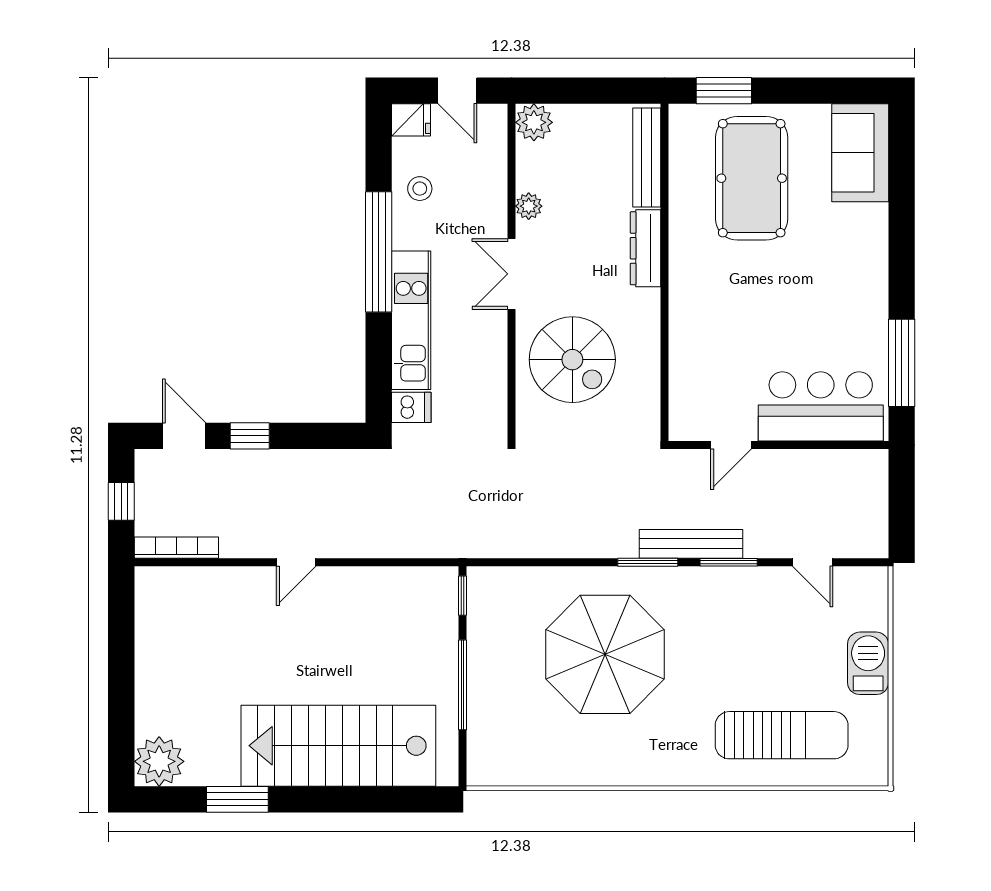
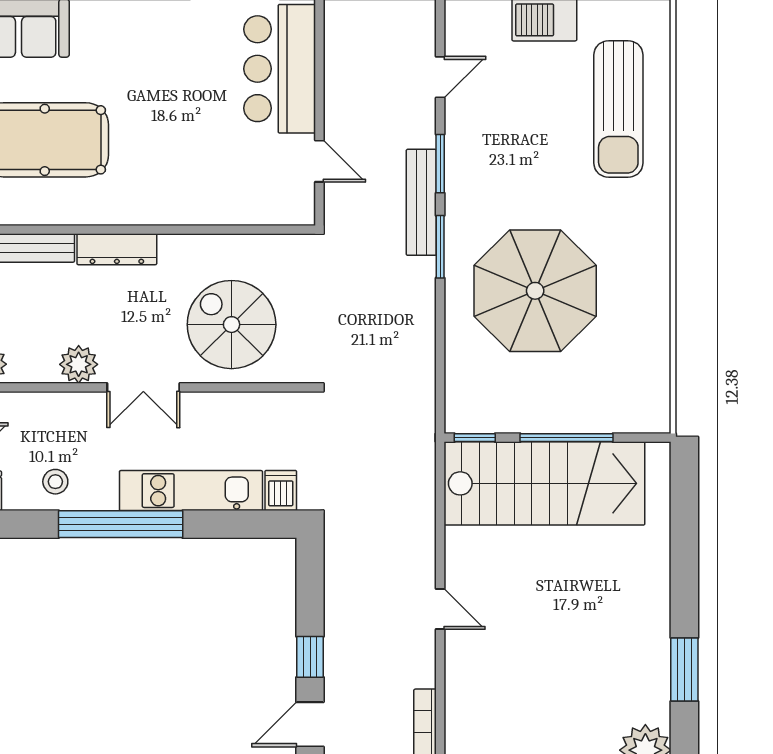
plant: (529, 206) -> (79, 364), width x1.38, depth x1.38
spiral stairs: (572, 360) -> (232, 325), turned -90
sun lounger: (782, 735) -> (618, 109), turned 180
stairs: (338, 746) -> (544, 483), moved, turned -90

